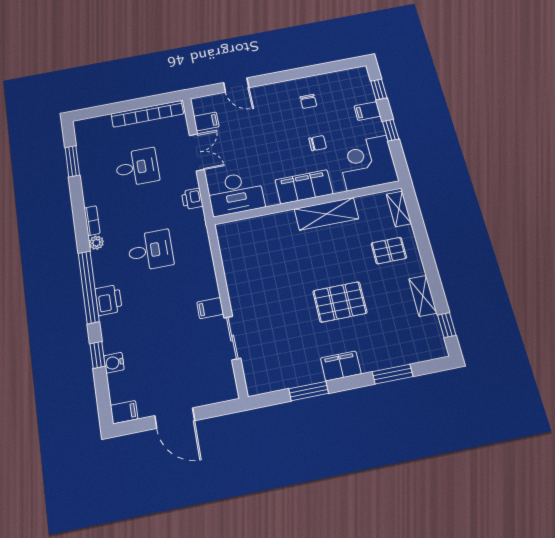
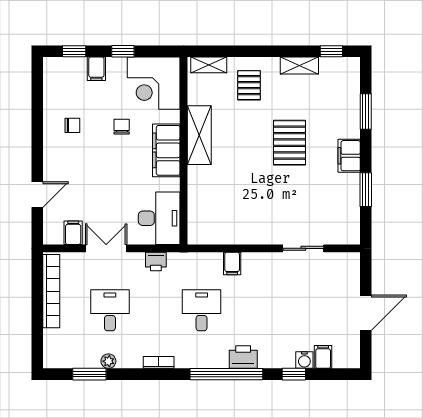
plant: (96, 243) -> (108, 361), moved
filing cabinet: (210, 308) -> (232, 263), moved
filing cabinet: (124, 412) -> (323, 357), moved

